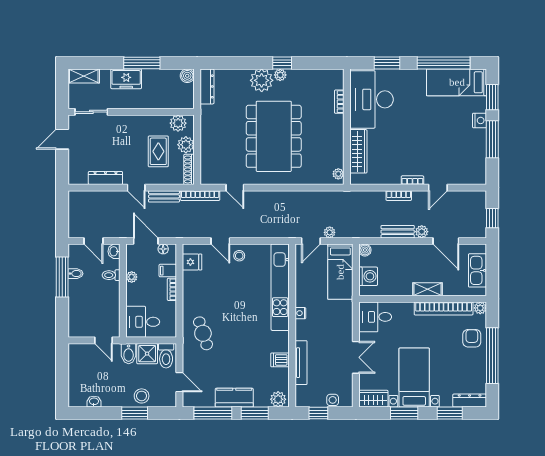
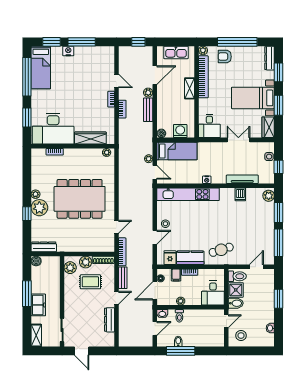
window: (282, 63) -> (27, 214), moved
stool: (142, 396) -> (241, 336), moved
kitchen counter: (234, 398) -> (190, 258), moved, turned 90

